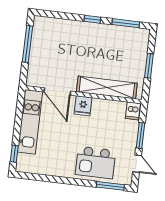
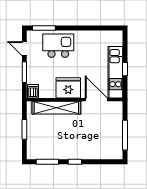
fridge: (83, 106) -> (68, 88), width x1.88, depth x1.34
window: (14, 154) -> (125, 69), moved

